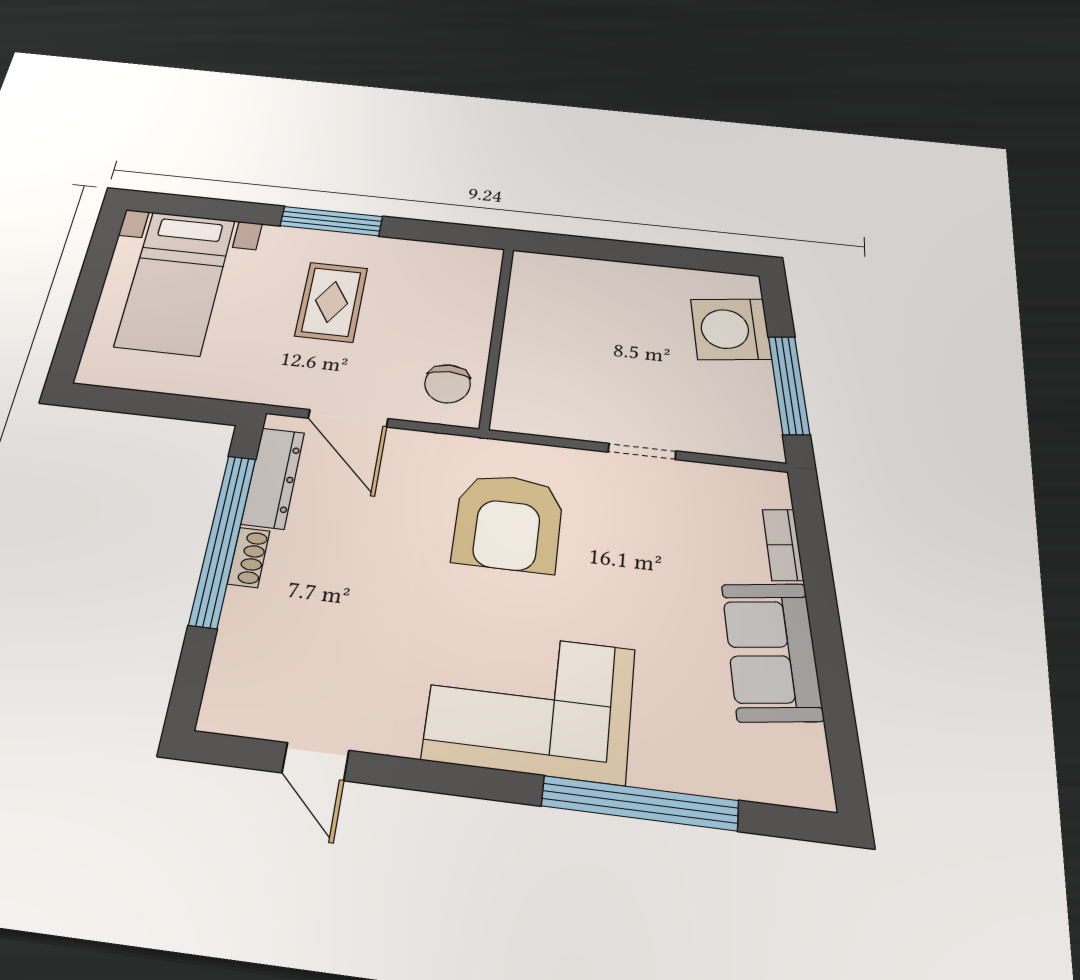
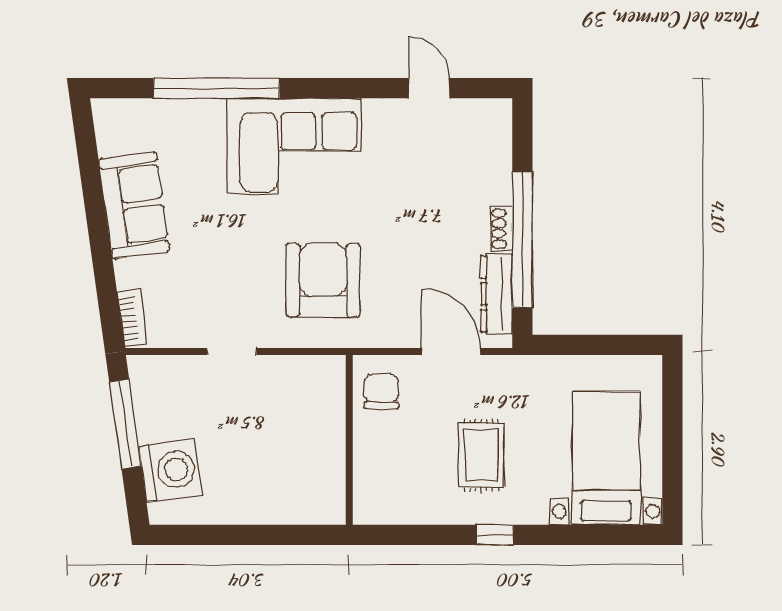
window: (331, 221) -> (495, 535), width x0.46
bookcase: (783, 545) -> (132, 318), moved

